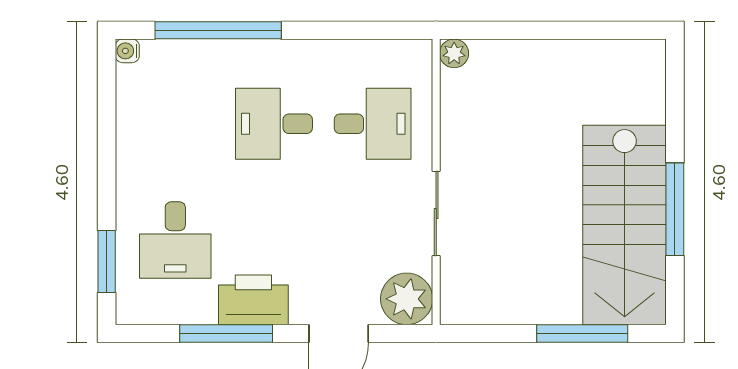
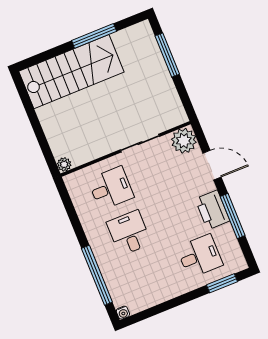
desk: (274, 124) -> (129, 233), turned 180
desk: (373, 124) -> (111, 188), turned 90
stairs: (625, 225) -> (71, 72), moved

